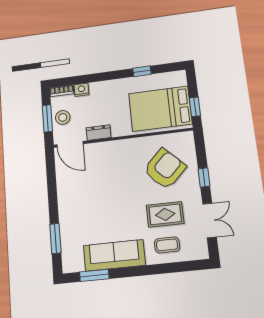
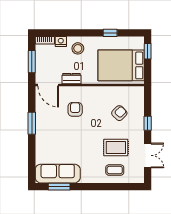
window: (195, 107) -> (148, 51), moved
stool: (63, 117) -> (78, 48), moved
armchair: (165, 169) -> (119, 113), width x0.53, depth x0.53
armchair: (107, 171) -> (75, 109), added
window: (55, 239) -> (32, 123), moved
sofa: (114, 255) -> (58, 174), moved

